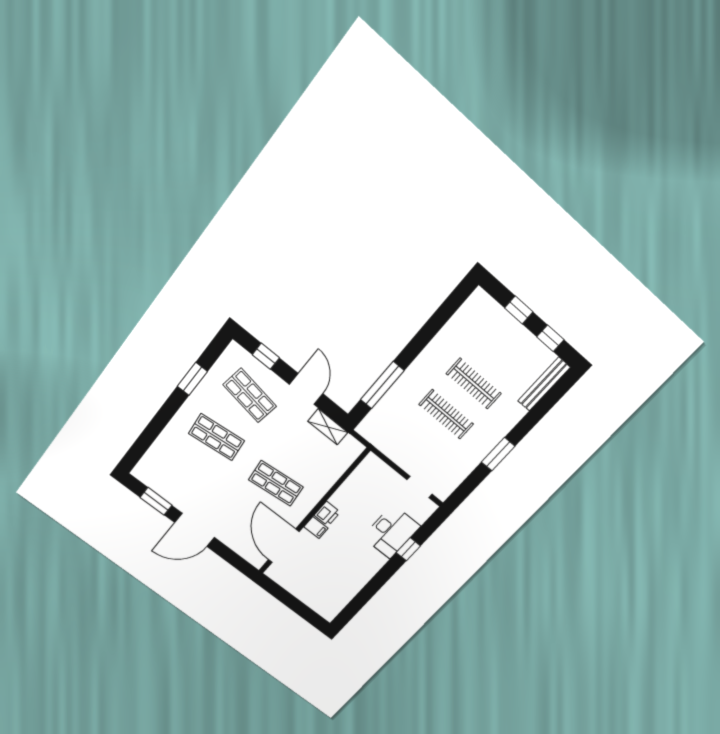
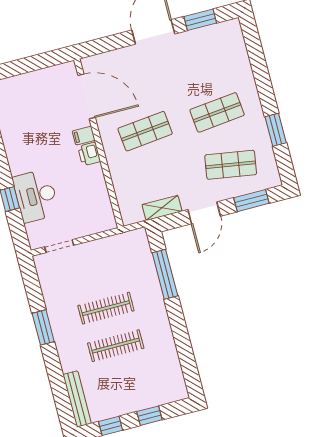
window: (266, 356) -> (251, 201), width x1.50
door: (306, 389) -> (204, 213), hinge flipped

